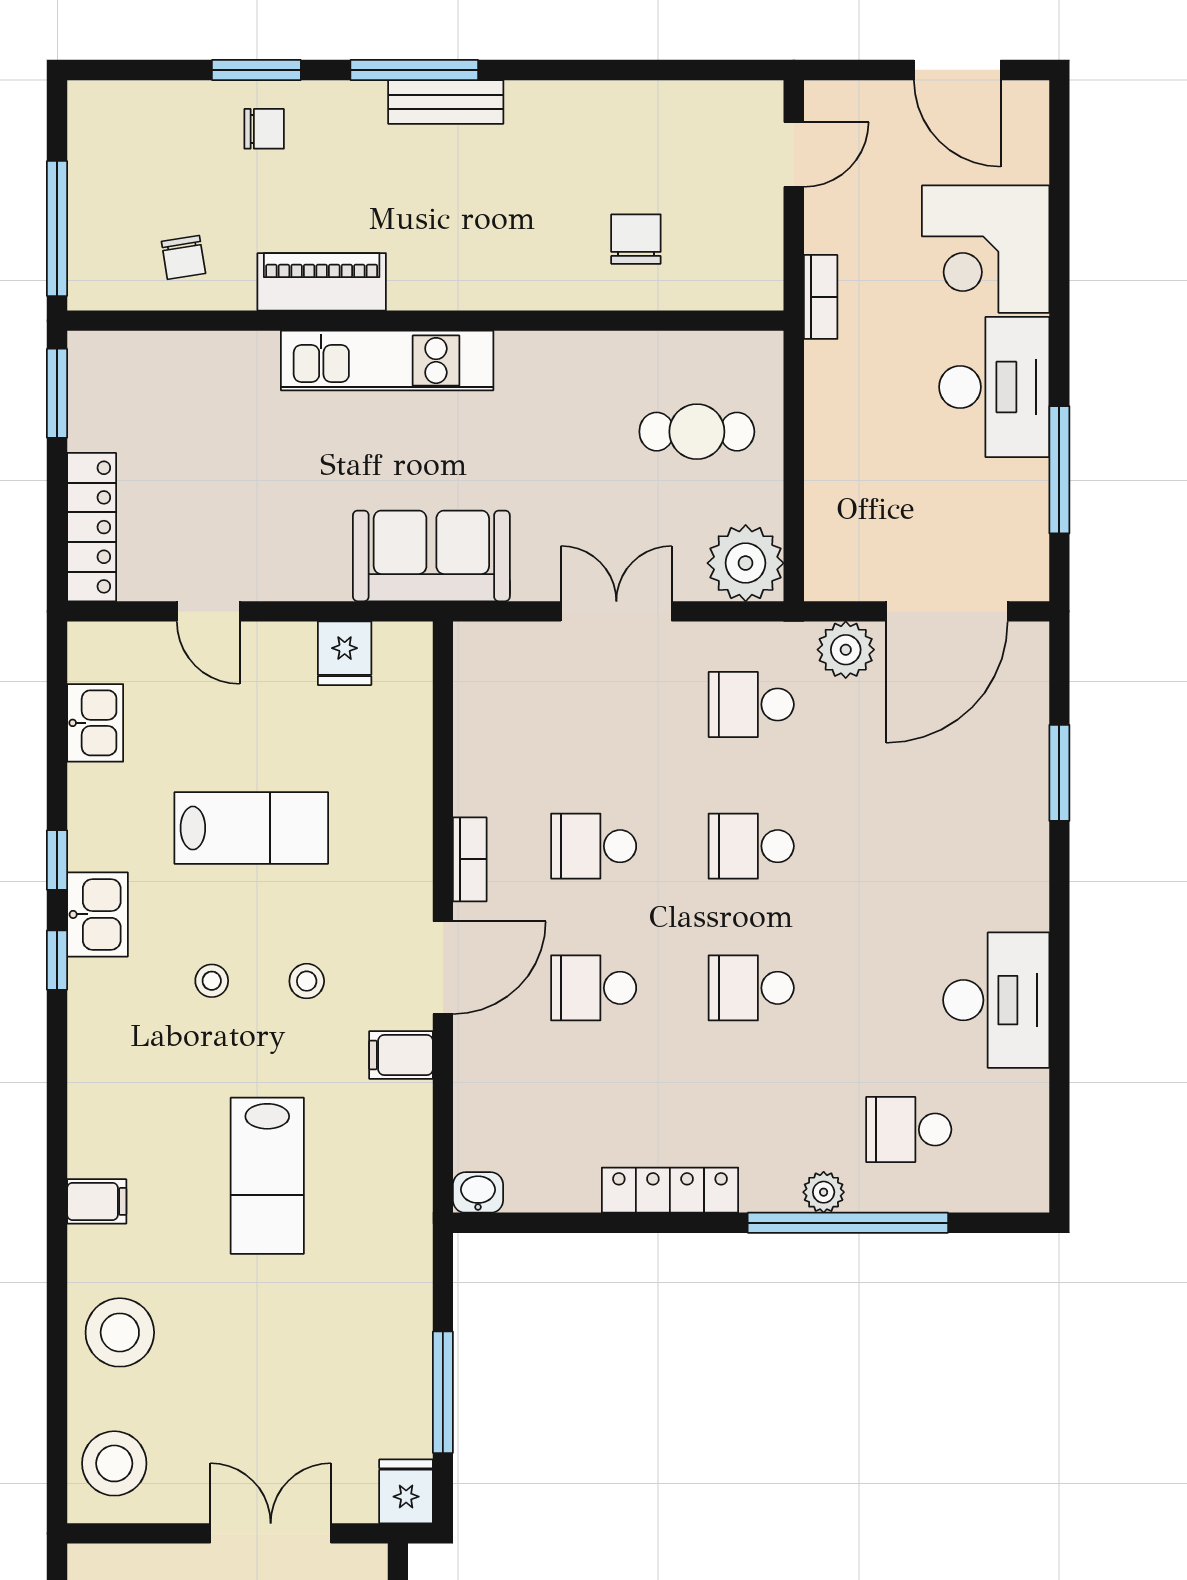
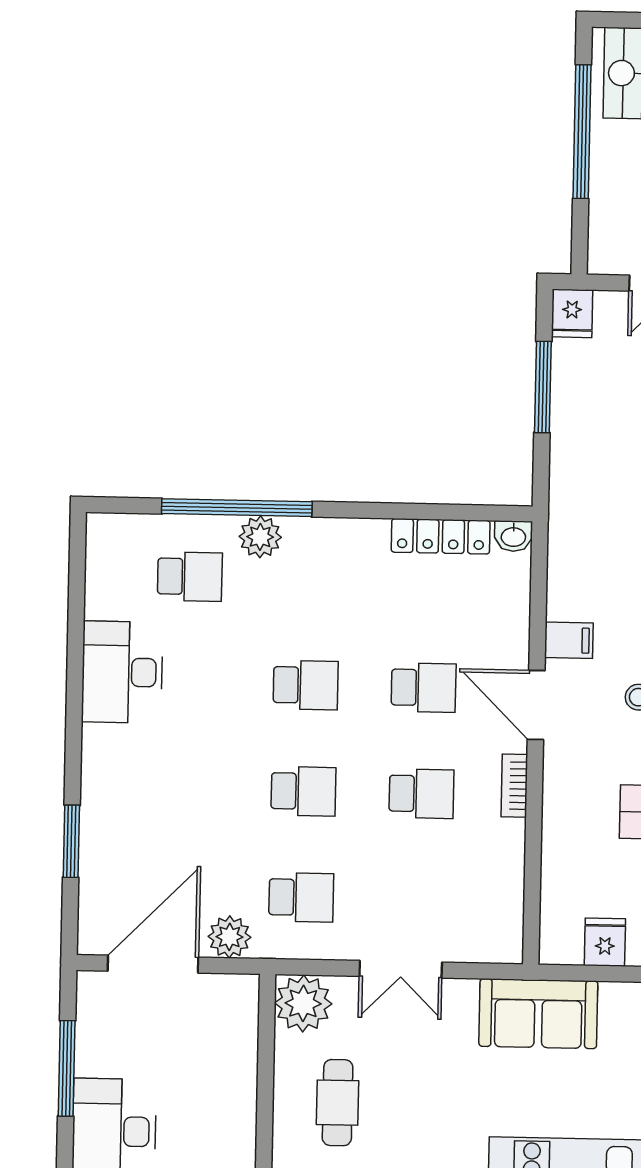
cafe table: (697, 432) -> (338, 1103), turned 90
door: (443, 968) -> (536, 705), hinge flipped
locker: (670, 1190) -> (441, 536), moved
plant: (824, 1192) -> (260, 537), width x1.38, depth x1.38

